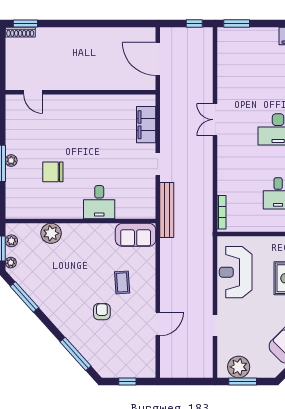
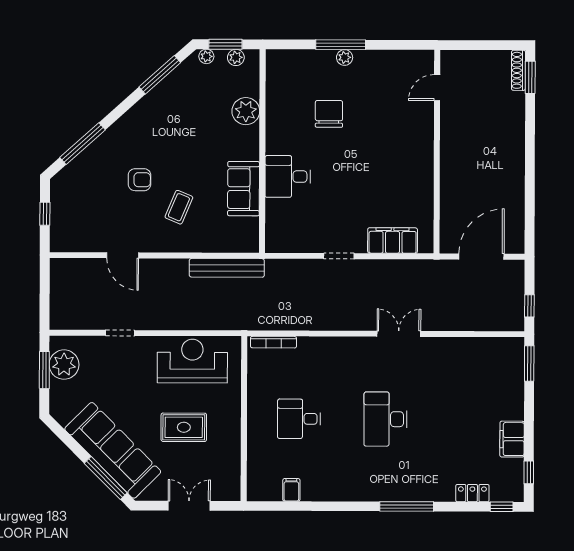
bench: (167, 210) -> (227, 268), moved
sofa: (136, 235) -> (244, 189), moved
coffee table: (122, 282) -> (179, 207), turned -63

